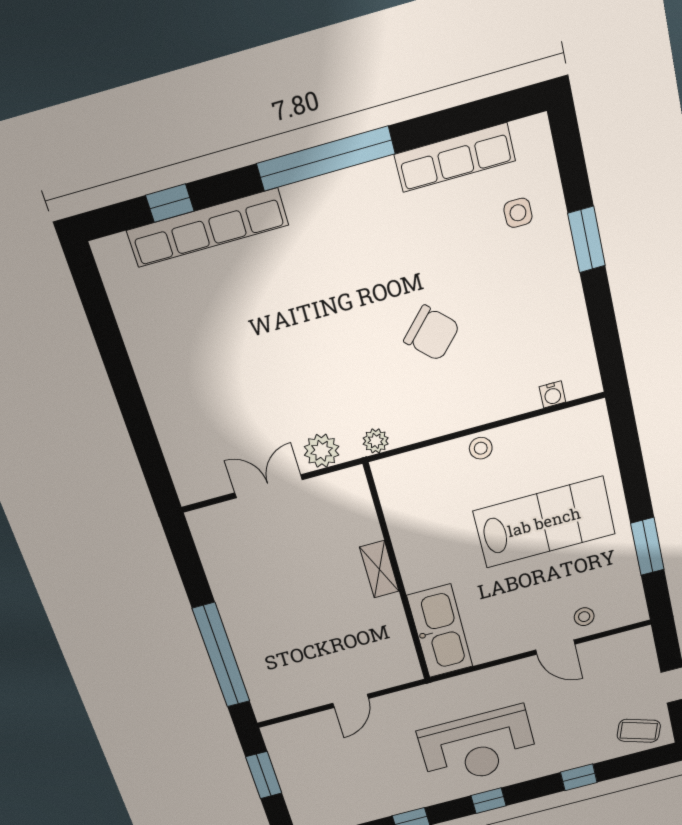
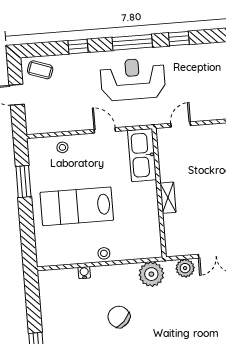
water cooler: (552, 394) -> (84, 273), moved
plant: (376, 441) -> (151, 274), width x1.87, depth x1.87
door: (555, 647) -> (105, 130), moved
door: (351, 701) -> (181, 124), moved
window: (488, 801) -> (132, 42), width x2.17

